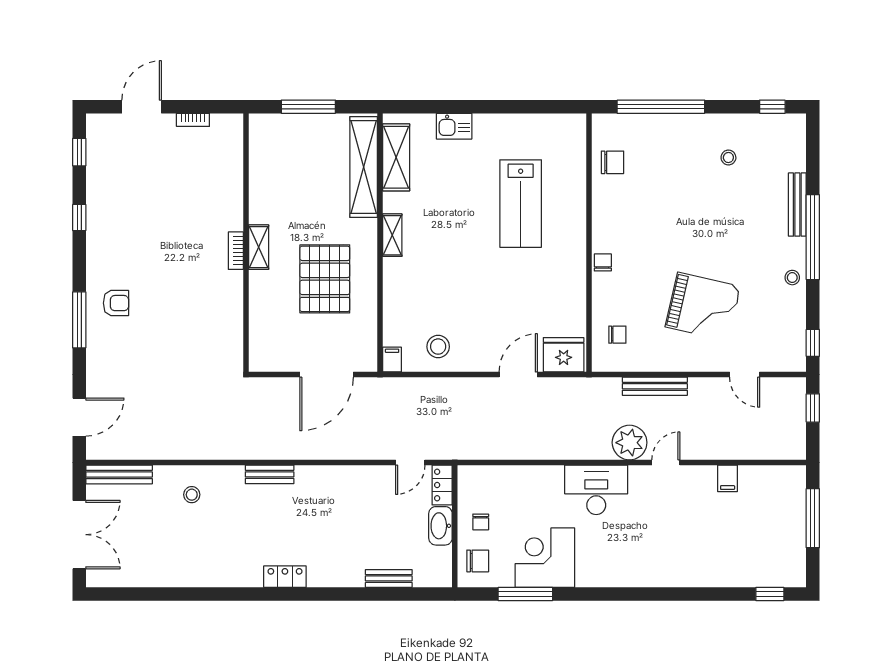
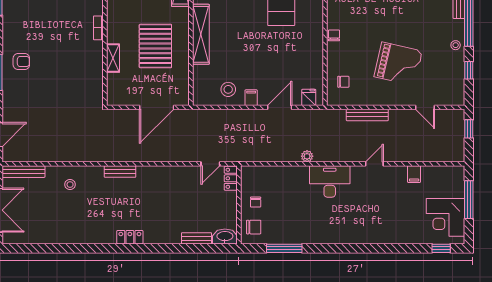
shelving: (392, 235) -> (201, 34), width x2.20, depth x1.33
shelving: (259, 247) -> (113, 58), moved
window: (813, 343) -> (469, 70), moved
fridge: (564, 355) -> (309, 97), width x0.53, depth x0.75
filing cabinet: (392, 359) -> (251, 98), moved
plant: (630, 443) -> (307, 156), moved, width x0.53, depth x0.53
washbasin: (440, 526) -> (225, 237), moved, turned 90
corner desk: (545, 558) -> (445, 217), moved, turned -90

